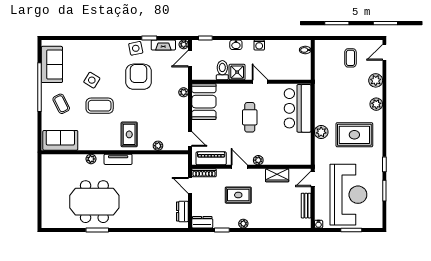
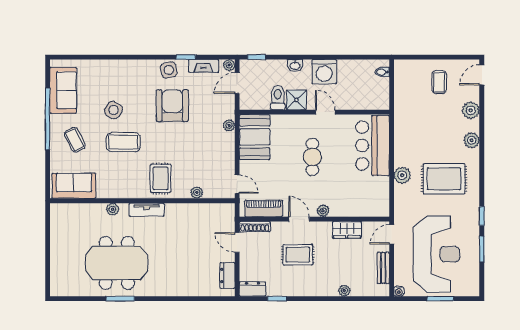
washing machine: (259, 45) -> (324, 72), width x1.89, depth x1.89
plant: (243, 224) -> (344, 291), moved

